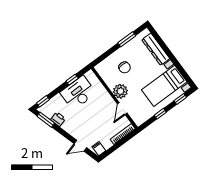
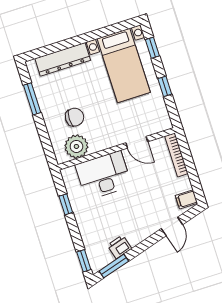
plant: (120, 91) -> (76, 146), moved
desk: (78, 93) -> (103, 175), moved, turned 90

